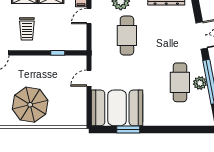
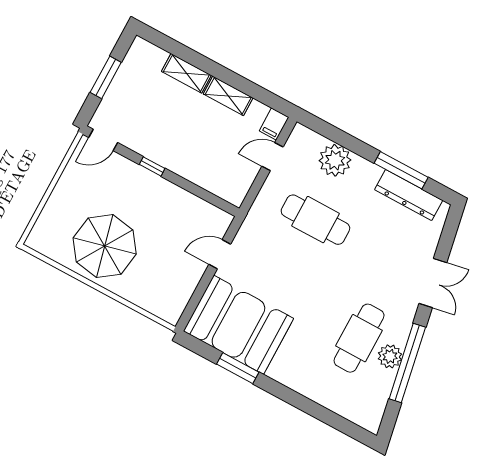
trolley: (27, 29) -> (164, 124), removed
cafe table: (127, 36) -> (315, 220), turned 90
window: (58, 53) -> (152, 166), moved

